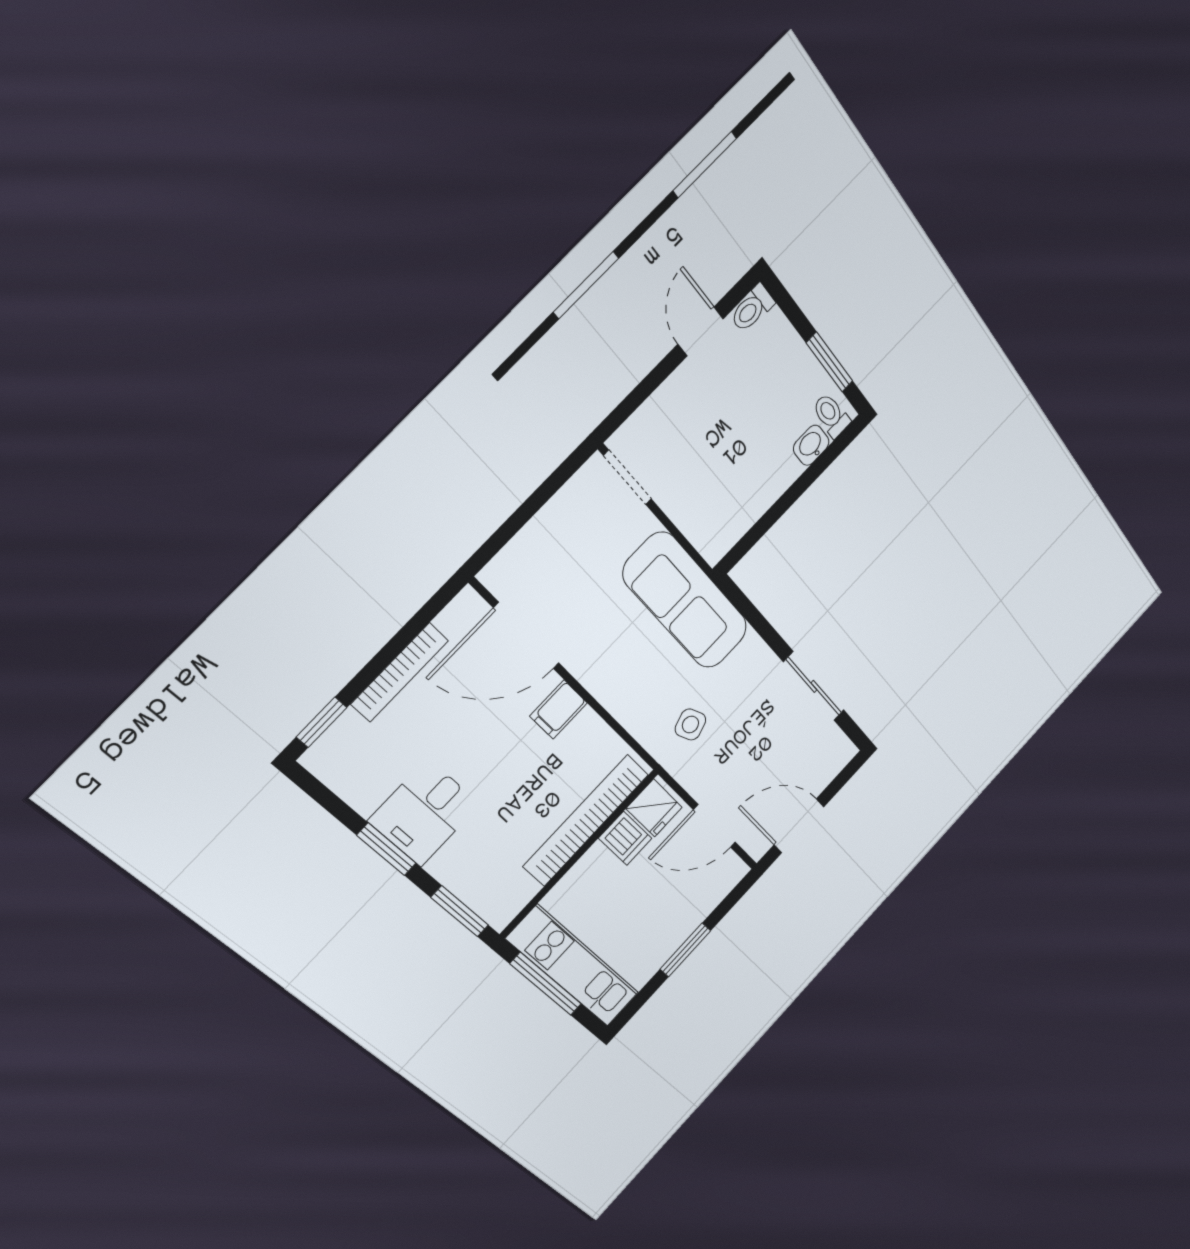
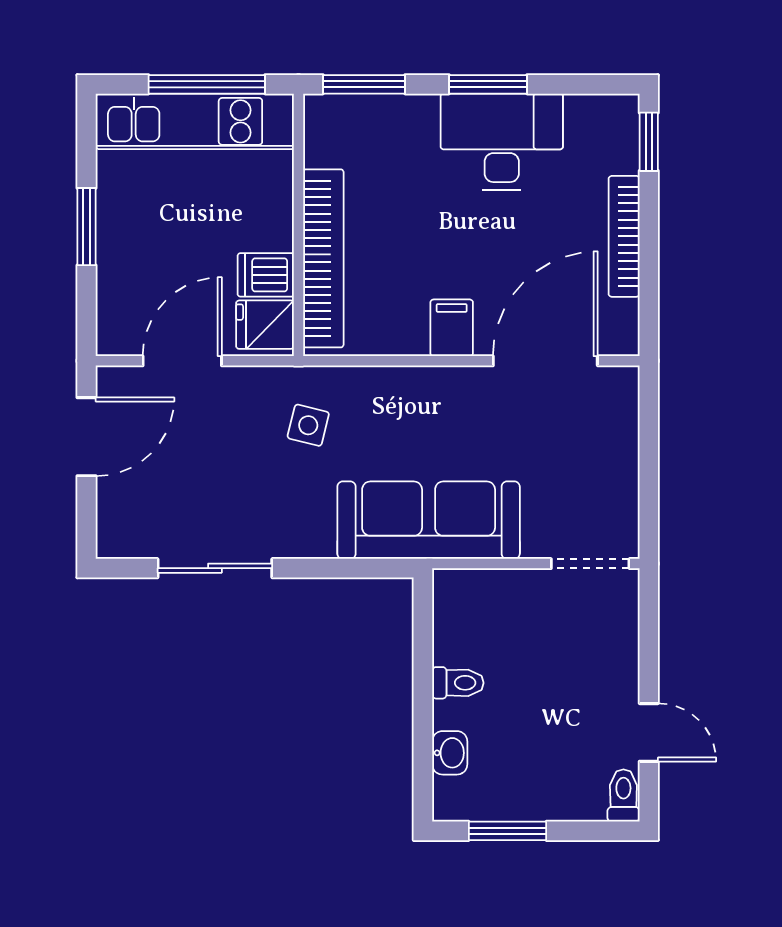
toilet: (831, 415) -> (458, 683), moved
side table: (690, 724) -> (308, 425), turned 35
desk: (424, 813) -> (502, 142), width x1.37

